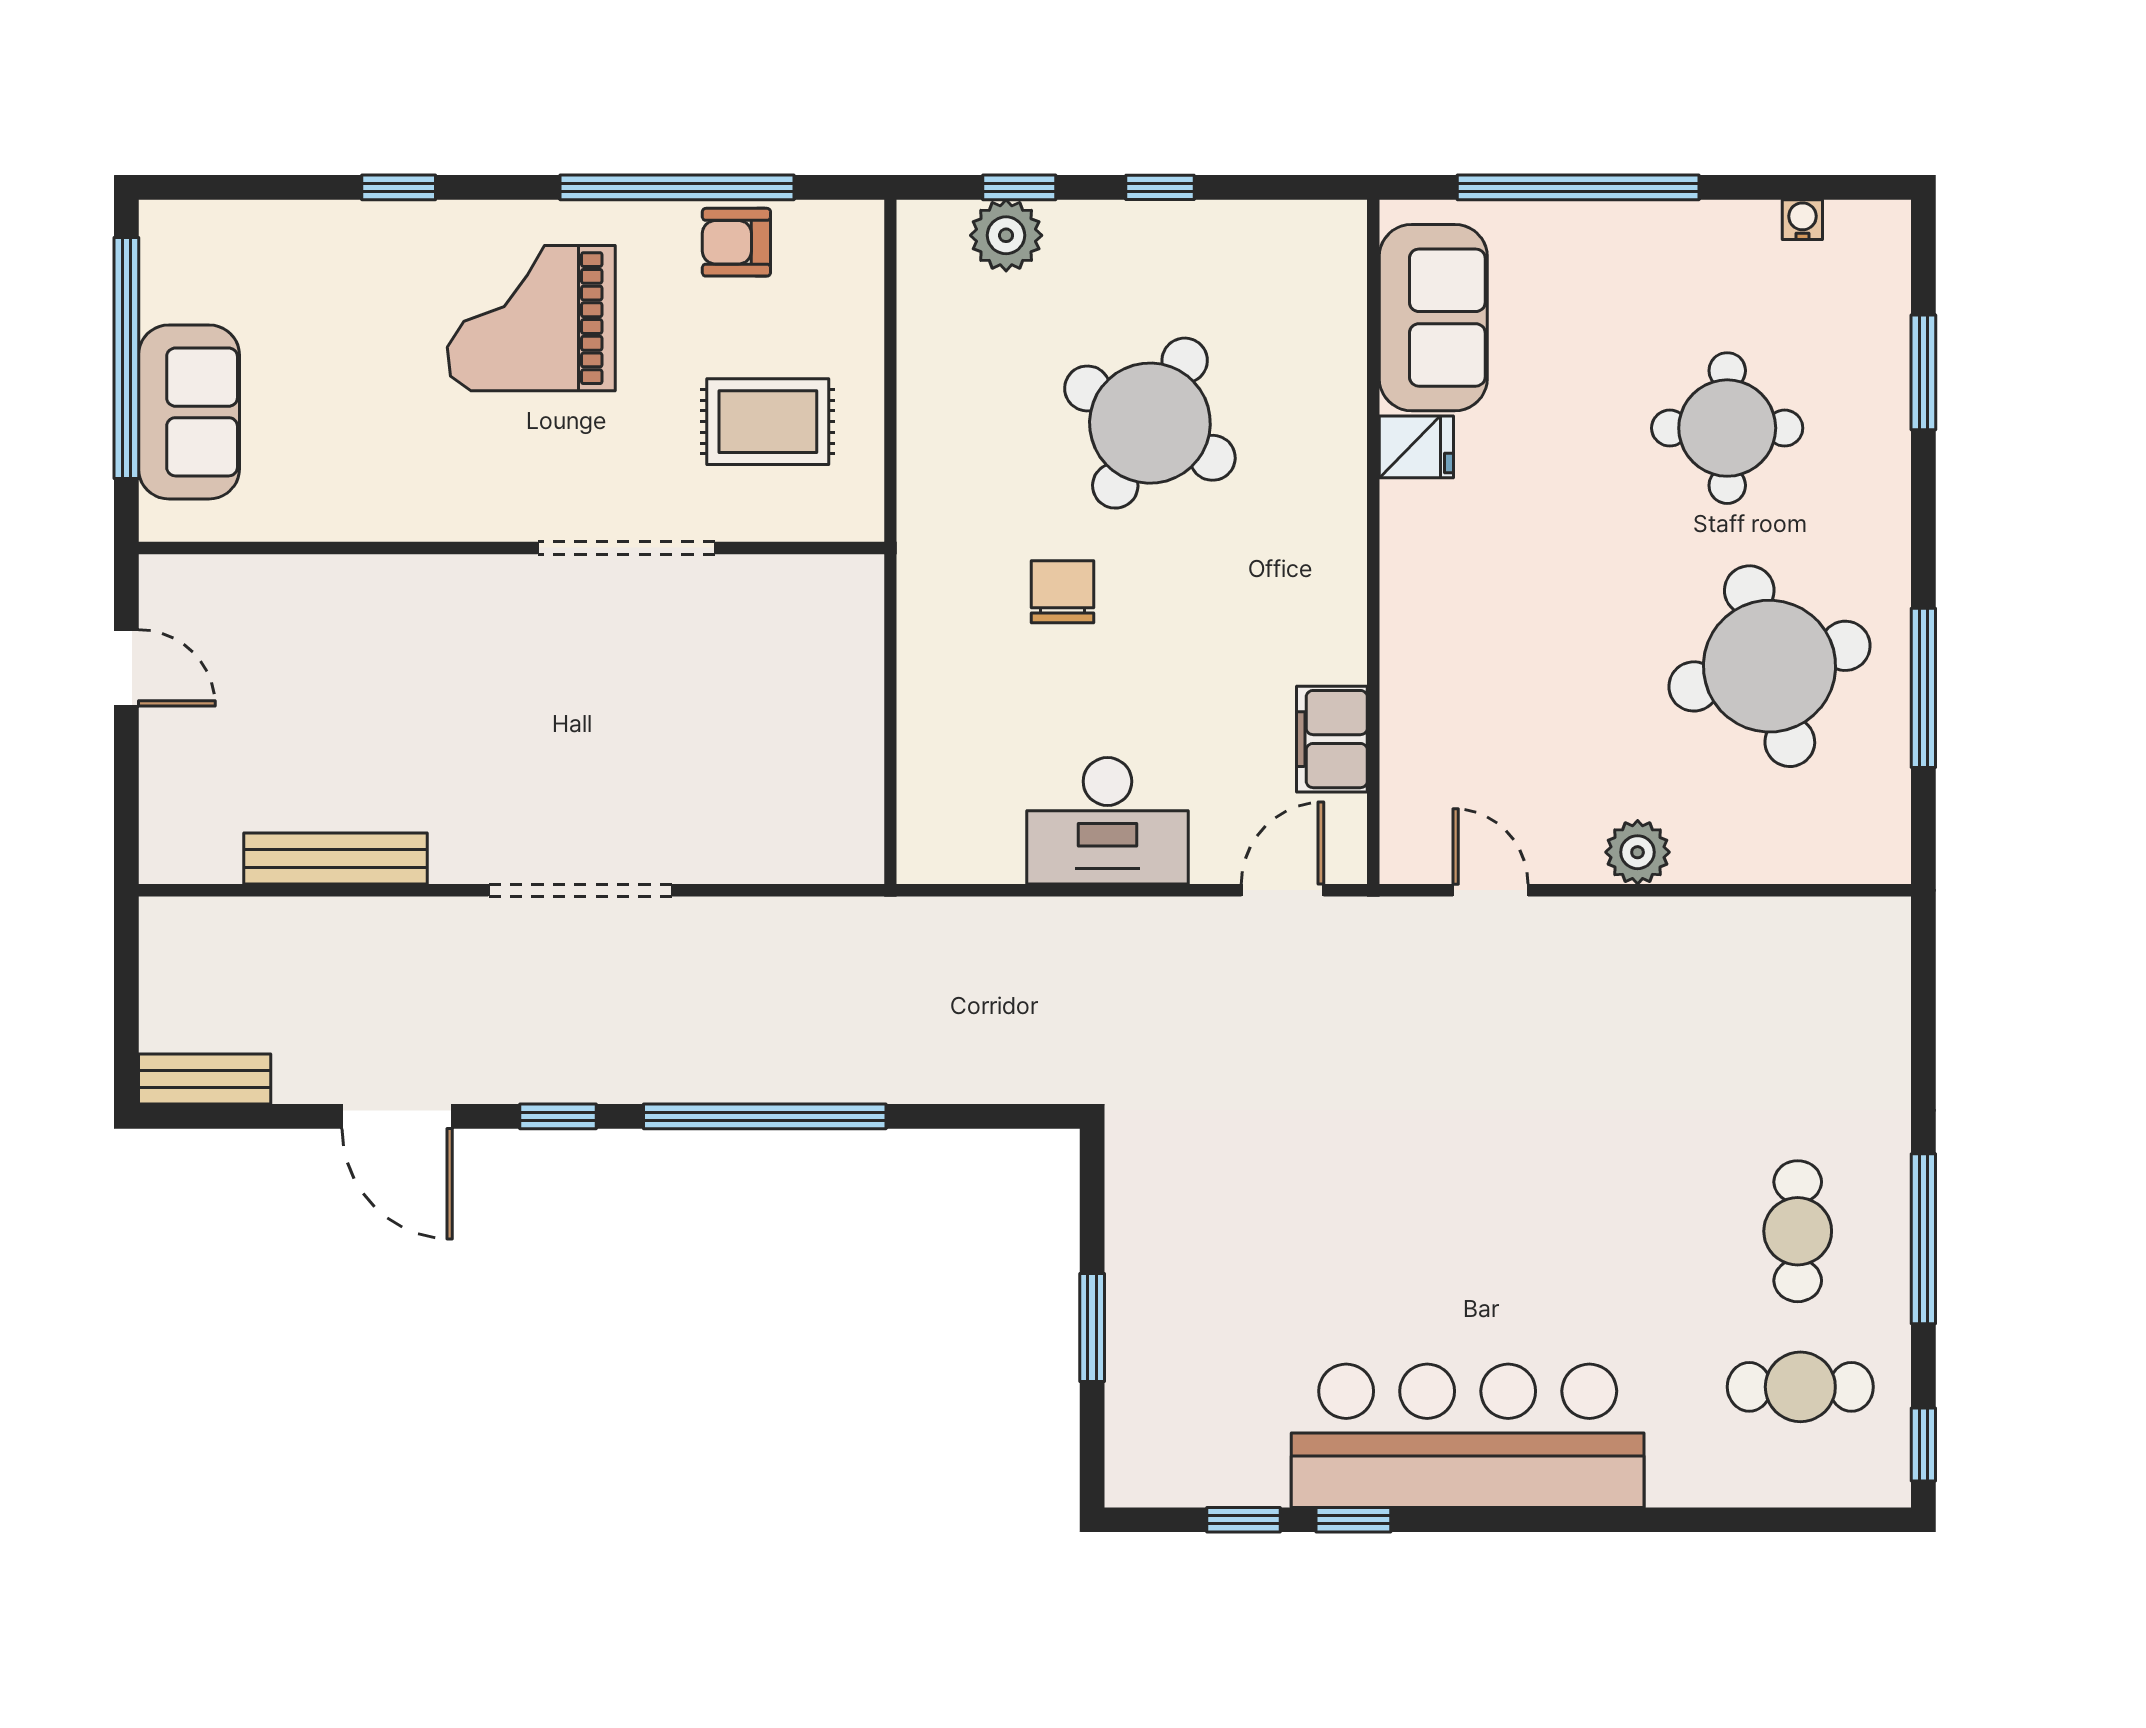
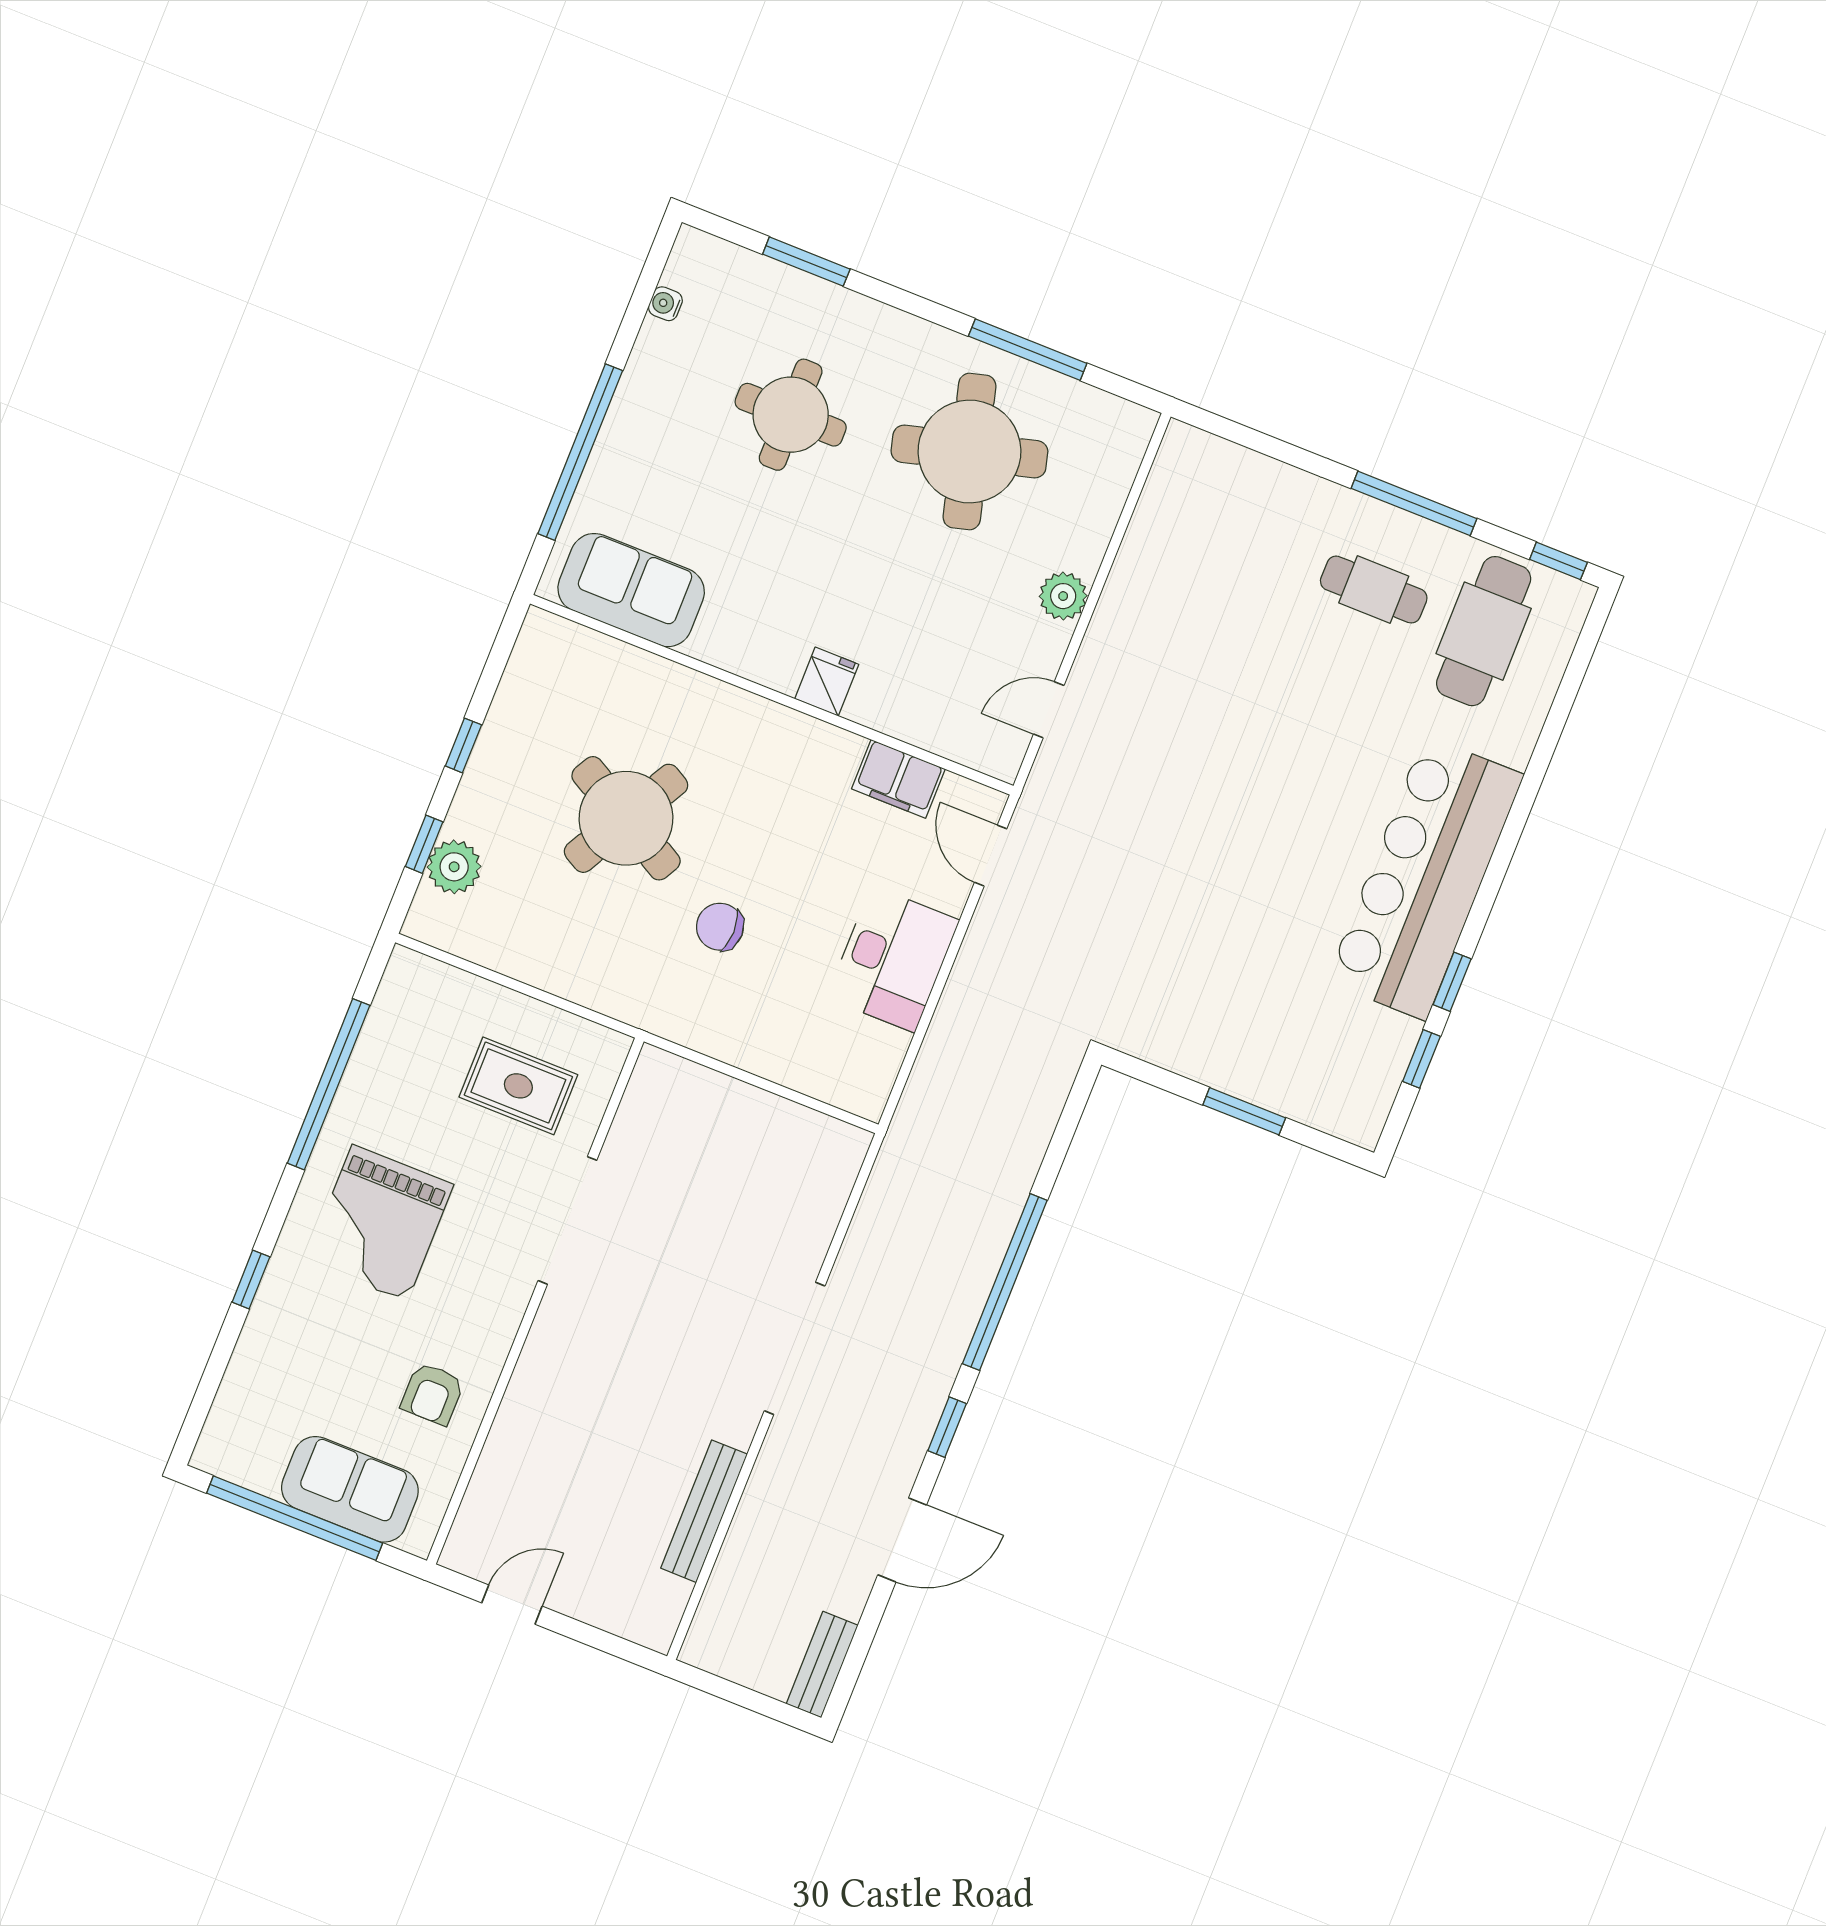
armchair: (736, 242) -> (432, 1394), moved
rug: (768, 422) -> (518, 1086), turned 90
fridge: (1416, 447) -> (827, 682), moved
cafe table: (1800, 1387) -> (1484, 631), width x1.37, depth x1.35

